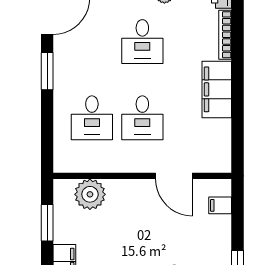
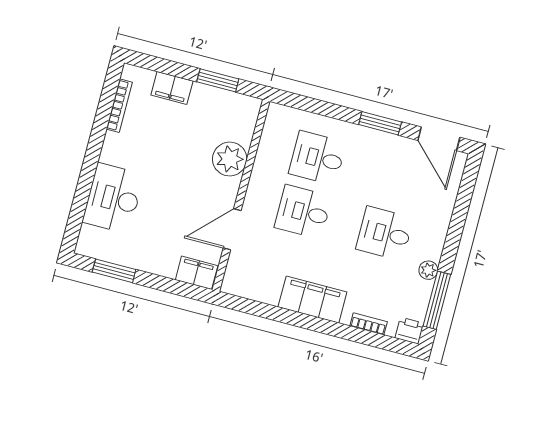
bookcase: (225, 35) -> (369, 324), width x0.64
plant: (90, 194) -> (230, 159), moved
filing cabinet: (220, 205) -> (197, 273), width x2.00

